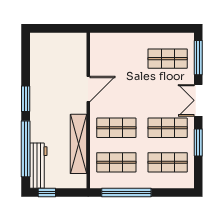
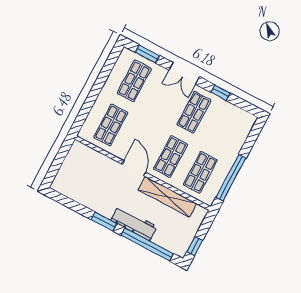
window: (198, 58) -> (147, 54), width x0.69
door: (88, 89) -> (134, 168), moved
window: (198, 143) -> (221, 93), width x0.67
shop shelf: (168, 162) -> (111, 125), moved
workbench: (38, 166) -> (134, 223), moved

